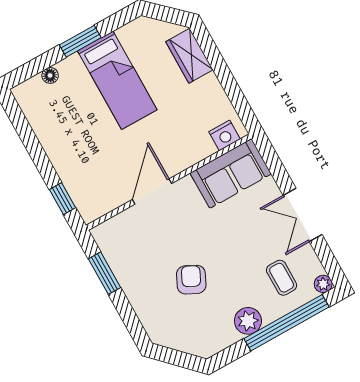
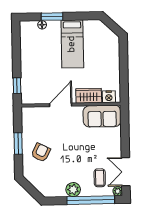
window: (80, 41) -> (52, 17), moved
wardrobe: (189, 56) -> (89, 96), moved, turned 90
double door: (303, 215) -> (126, 172), moved
window: (104, 273) -> (18, 143), moved
armchair: (191, 280) -> (41, 152), moved

